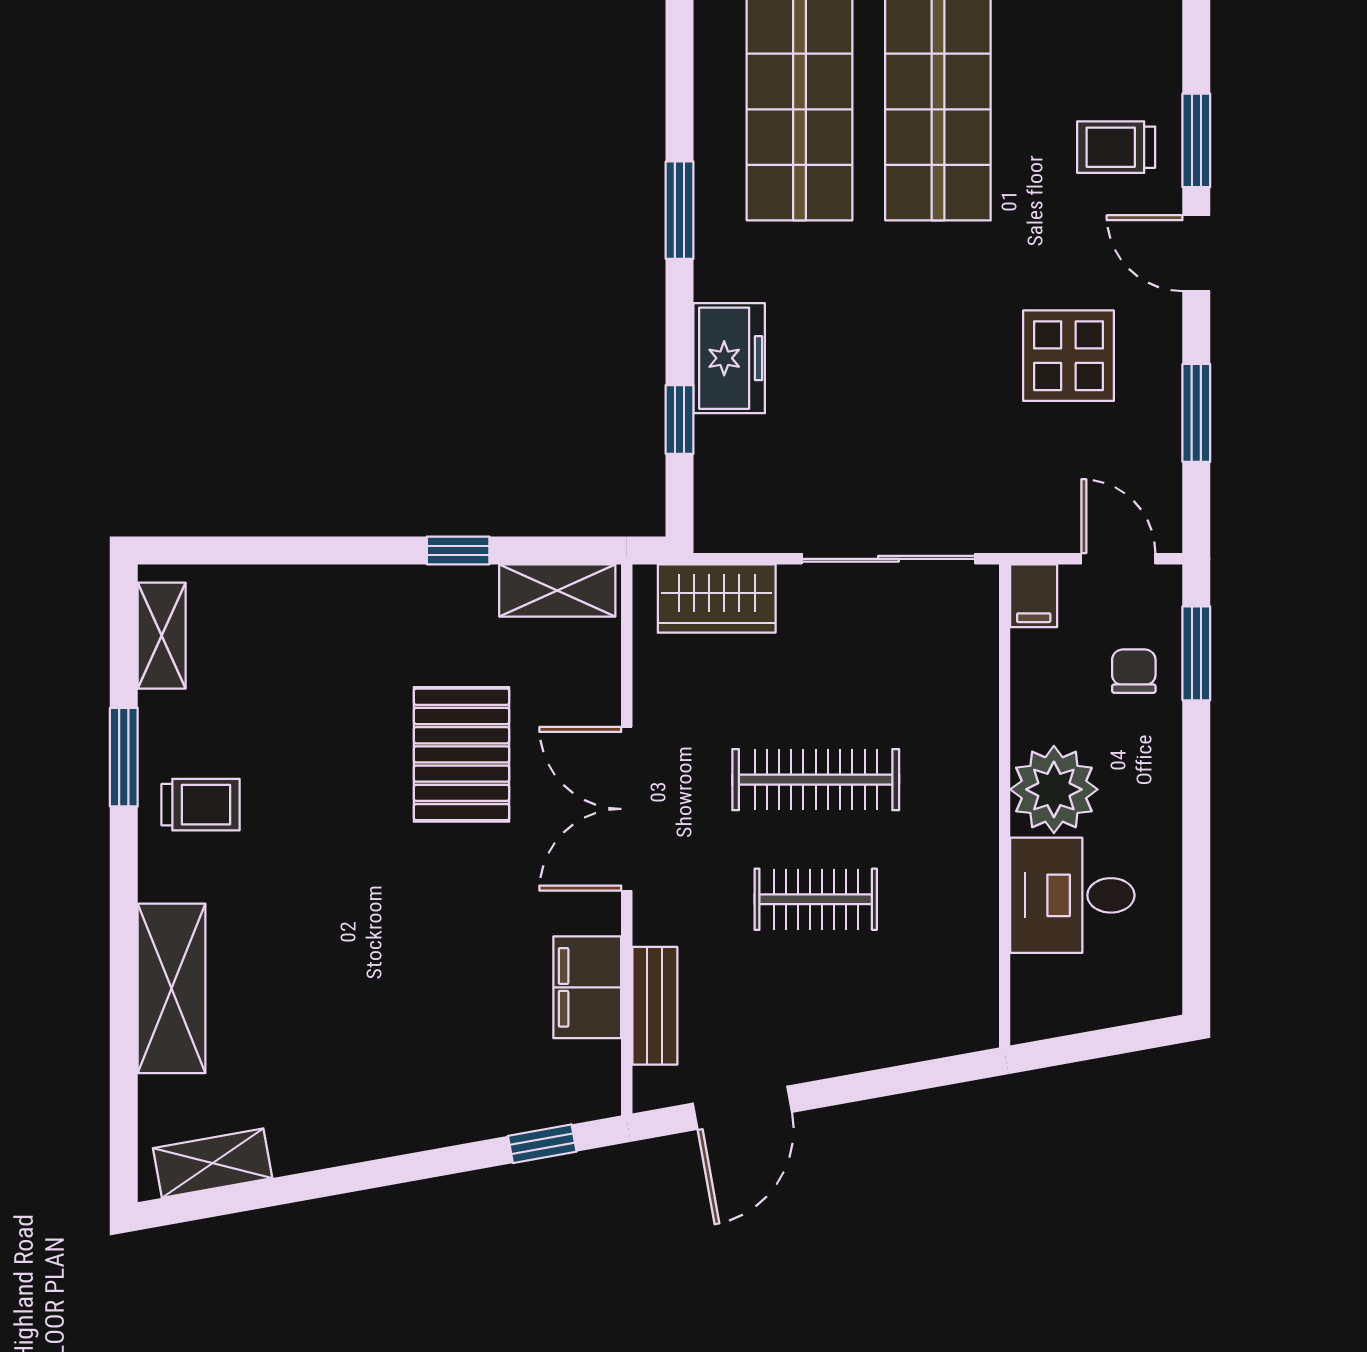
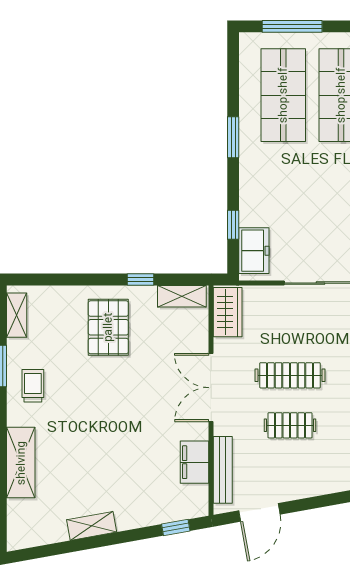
freezer: (729, 358) -> (254, 251), moved
wardrobe: (717, 598) -> (228, 312), moved, turned -90
pallet: (461, 754) -> (108, 327), moved
trolley: (201, 805) -> (33, 386), turned -90
bench: (655, 1006) -> (223, 470), width x1.36
shelving: (213, 1163) -> (92, 526), moved

